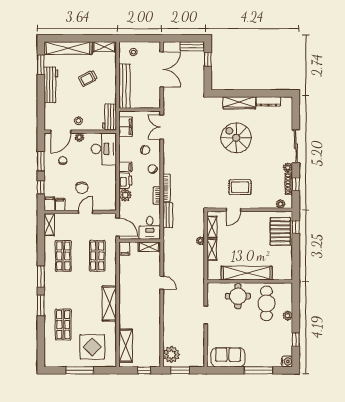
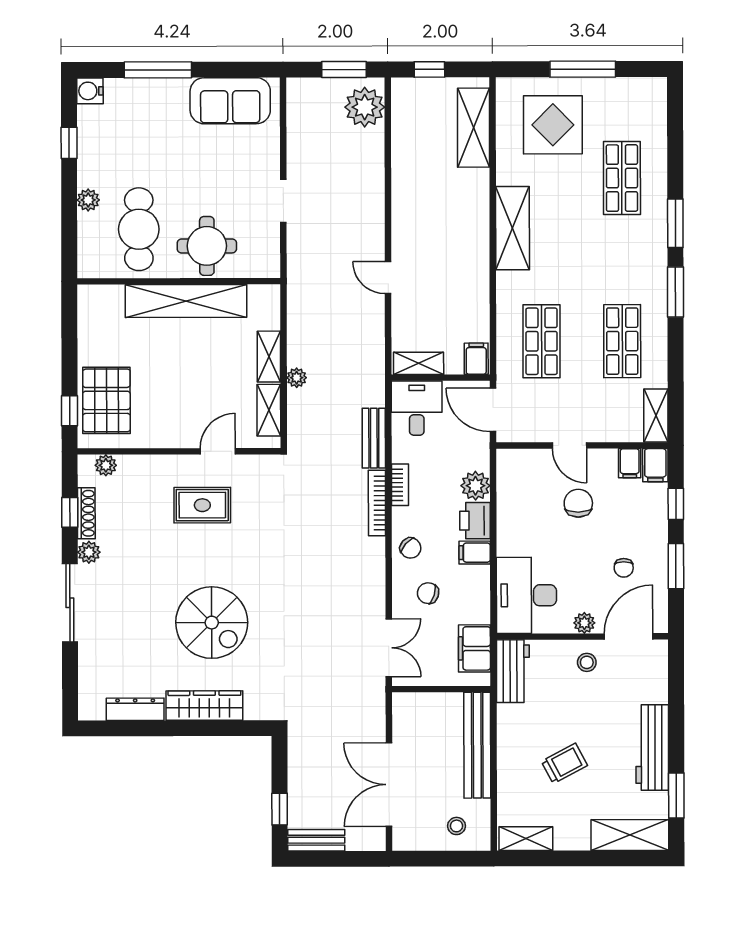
shelving: (68, 48) -> (630, 835), width x0.68
door: (86, 212) -> (569, 445), hinge flipped

